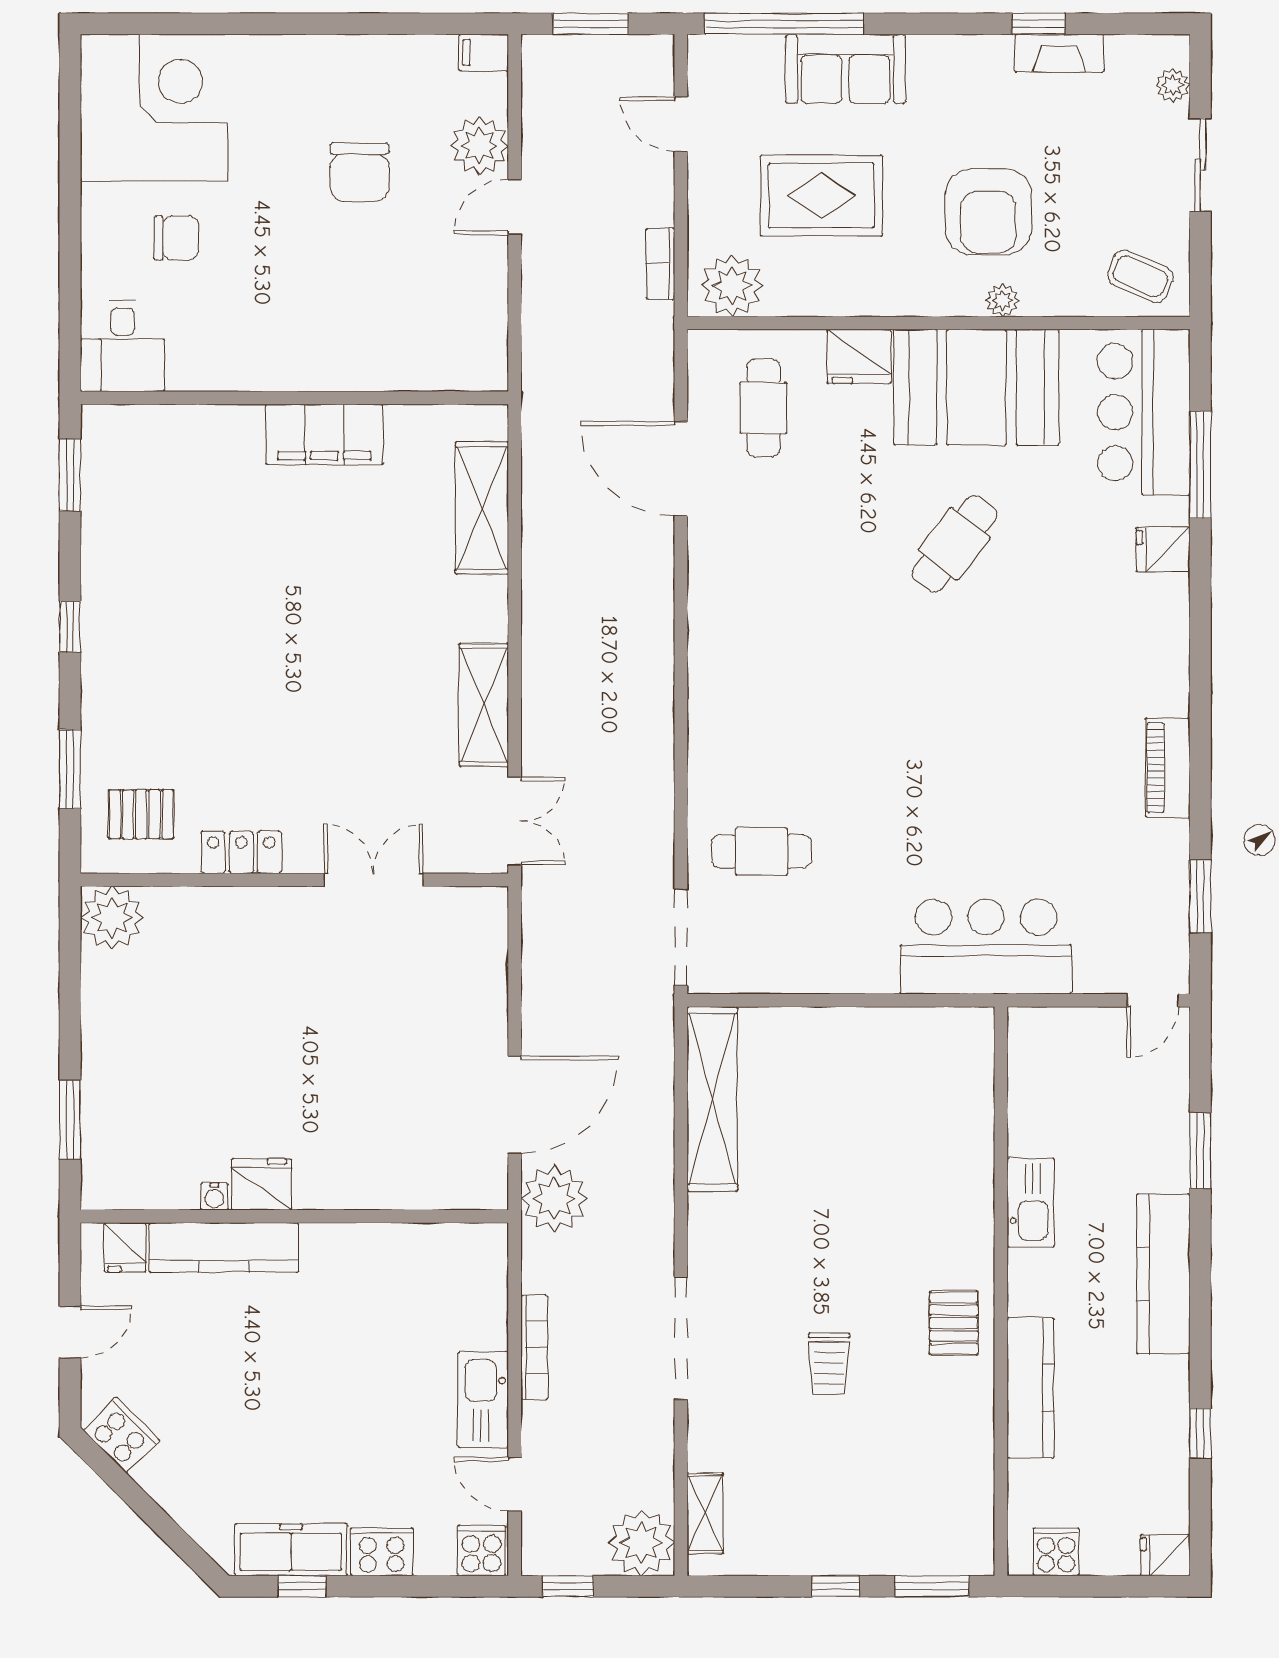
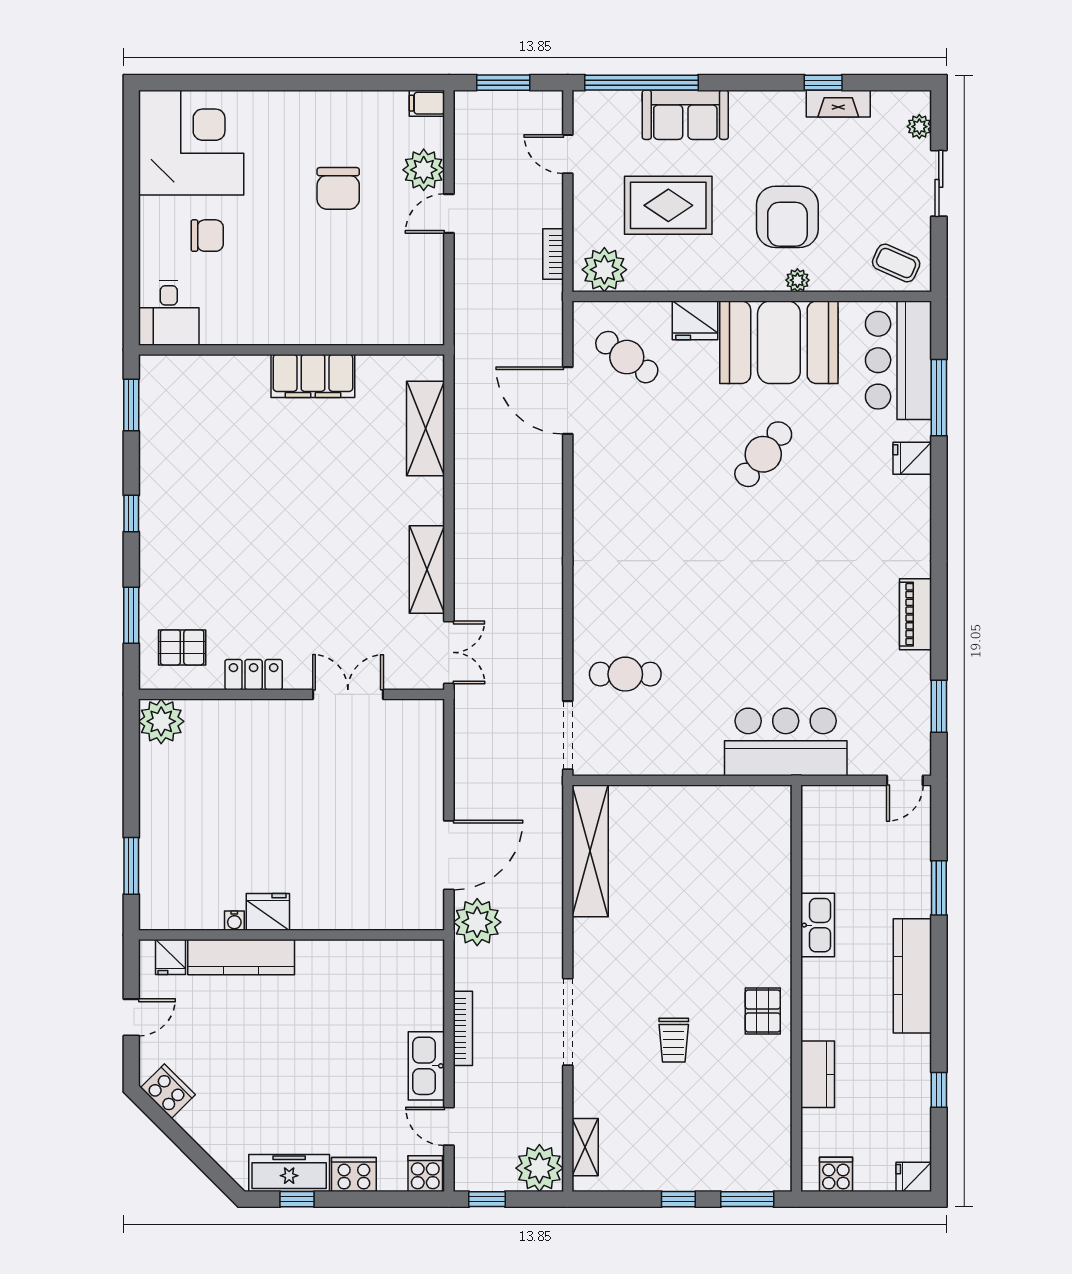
cafe table: (764, 408) -> (627, 357), turned -54
kitchen counter: (1030, 1388) -> (818, 1074), width x0.67

